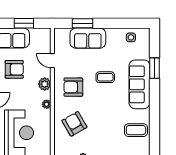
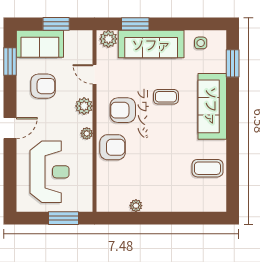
plant: (63, 34) -> (108, 39), added
sofa: (88, 38) -> (151, 44), width x1.36
window: (155, 68) -> (233, 63), moved
armchair: (74, 124) -> (113, 147), moved, turned 120

